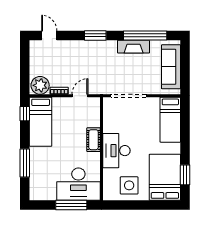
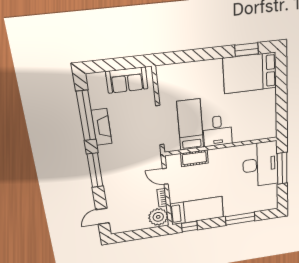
window: (95, 35) -> (95, 170), width x1.44
sofa: (171, 67) -> (127, 80), width x0.73
bed: (170, 120) -> (190, 125), moved, turned -90
cot: (94, 140) -> (194, 158), moved
desk: (116, 151) -> (217, 131), width x0.73
side table: (129, 185) -> (260, 112), removed

